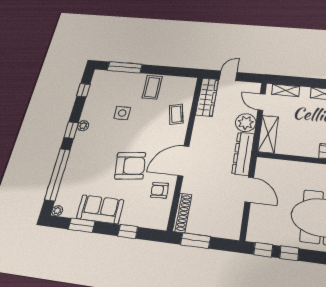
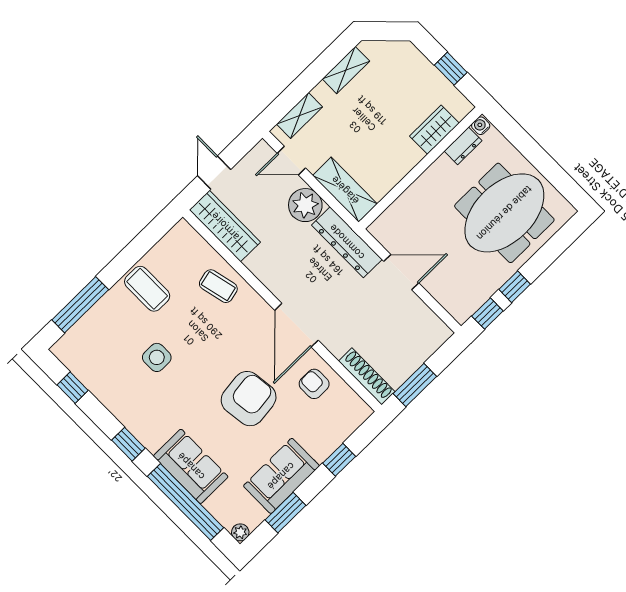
plant: (83, 126) -> (134, 423), removed
sofa: (78, 164) -> (191, 466), added
armchair: (160, 190) -> (314, 384), turned 93

